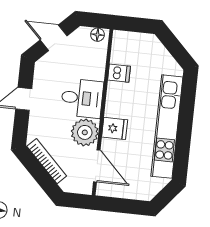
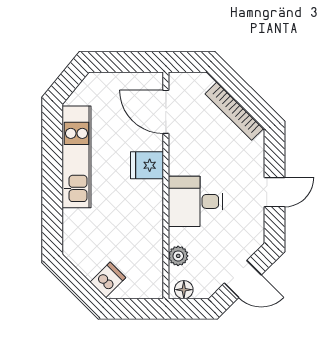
dishwasher: (119, 73) -> (108, 280), moved, turned 135
kitchen unit: (167, 127) -> (77, 157), width x0.73
plant: (85, 132) -> (178, 256), moved, width x0.53, depth x0.53

